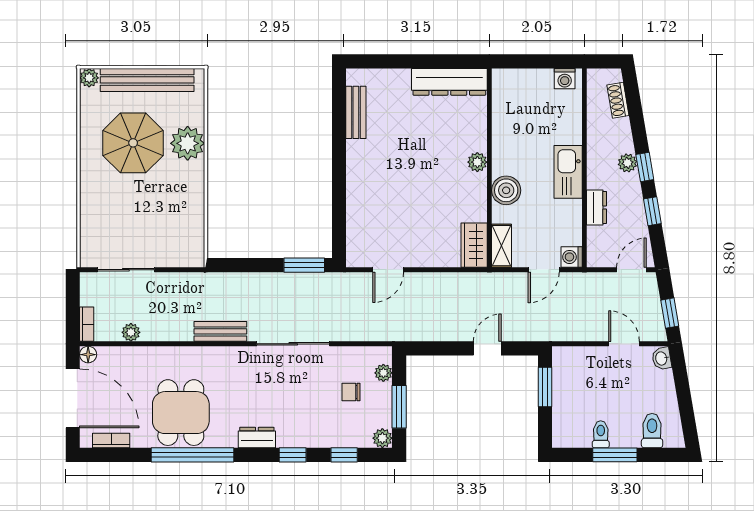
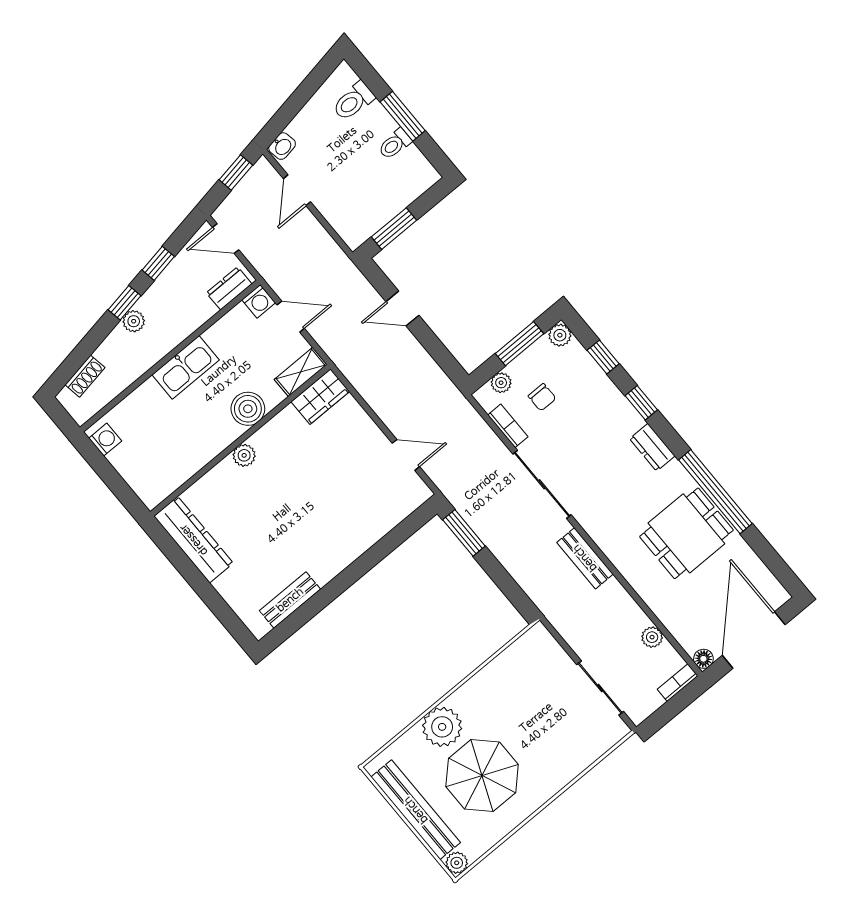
dresser: (597, 207) -> (229, 288), moved
bookcase: (111, 441) -> (508, 426), moved, turned 180

